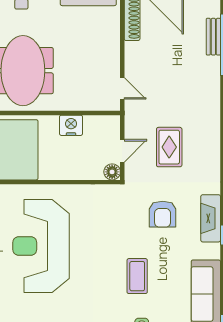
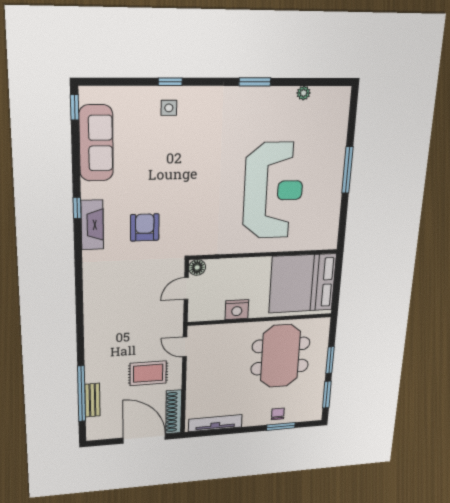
rug: (169, 147) -> (148, 373), moved, turned 90
coffee table: (137, 276) -> (173, 161), removed

